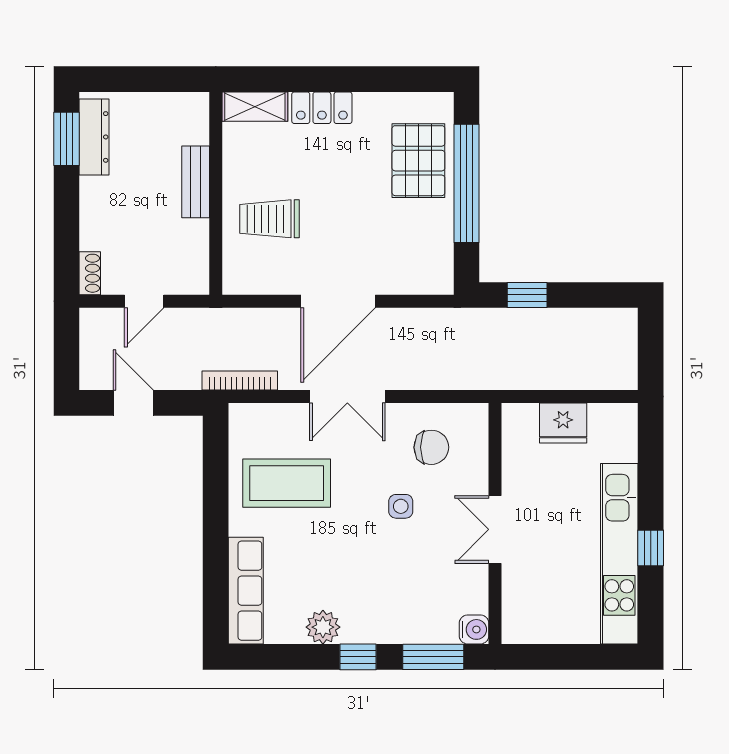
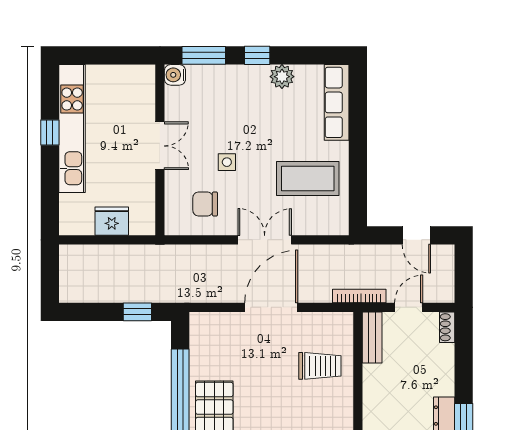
bench: (196, 182) -> (372, 337), moved
bookcase: (240, 381) -> (359, 296), moved, turned 180

